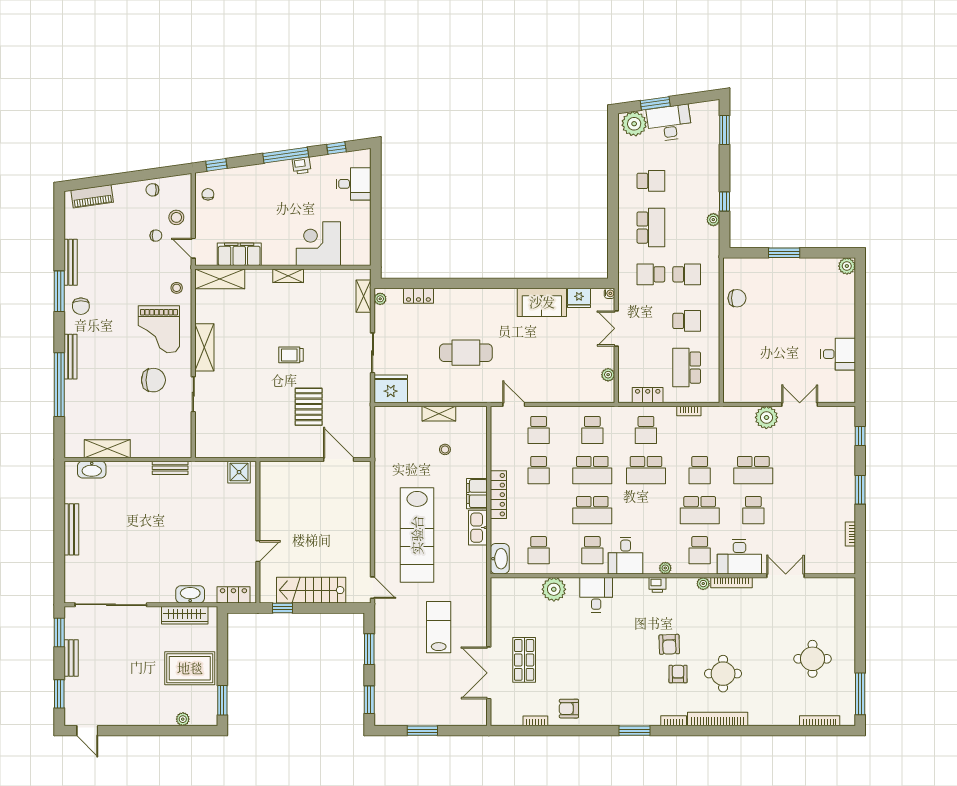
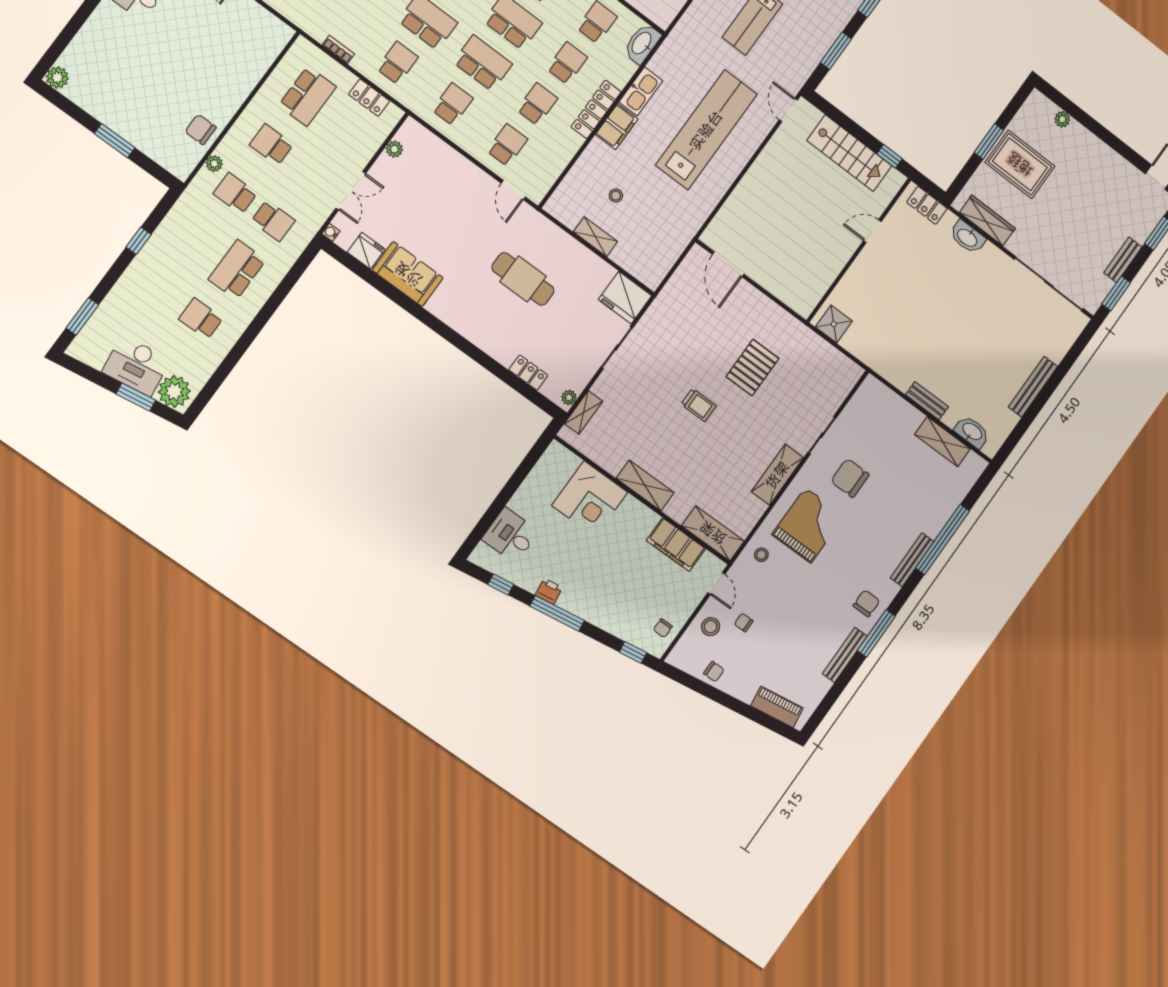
plant: (713, 220) -> (214, 164), moved
shelving: (288, 276) -> (645, 485), width x1.50, depth x1.33
pallet: (309, 407) -> (752, 368), moved
bench: (170, 468) -> (927, 401), moved
school desk: (539, 510) -> (567, 63), added
window: (222, 700) -> (989, 141), moved

